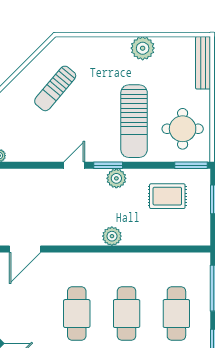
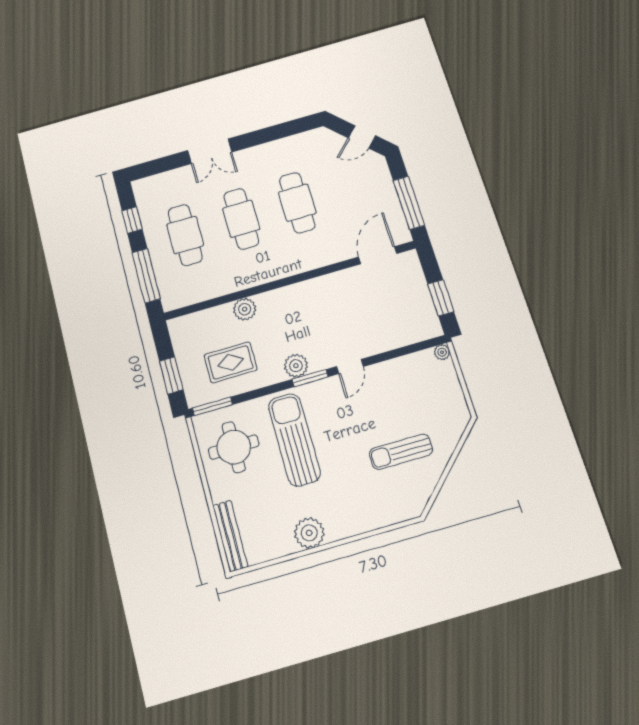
sun lounger: (55, 88) -> (401, 452), turned -130
plant: (112, 236) -> (245, 309), moved

